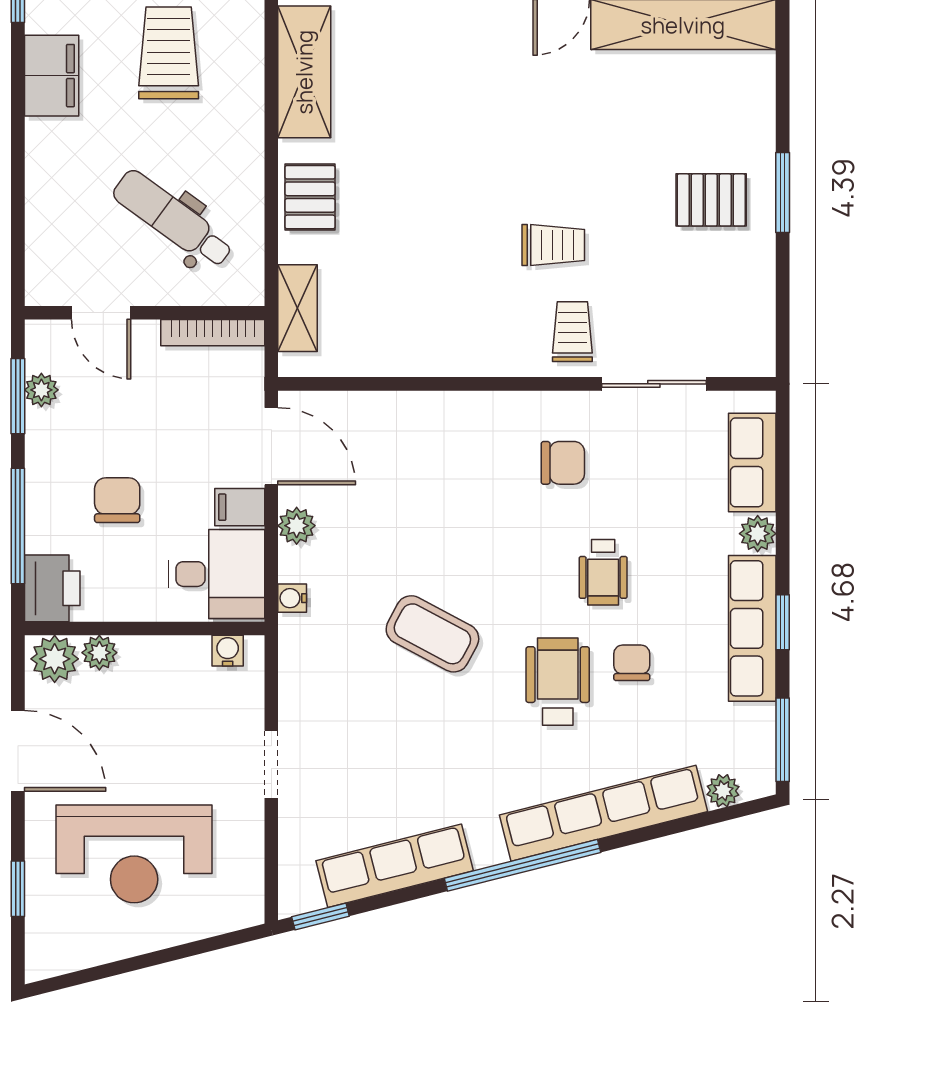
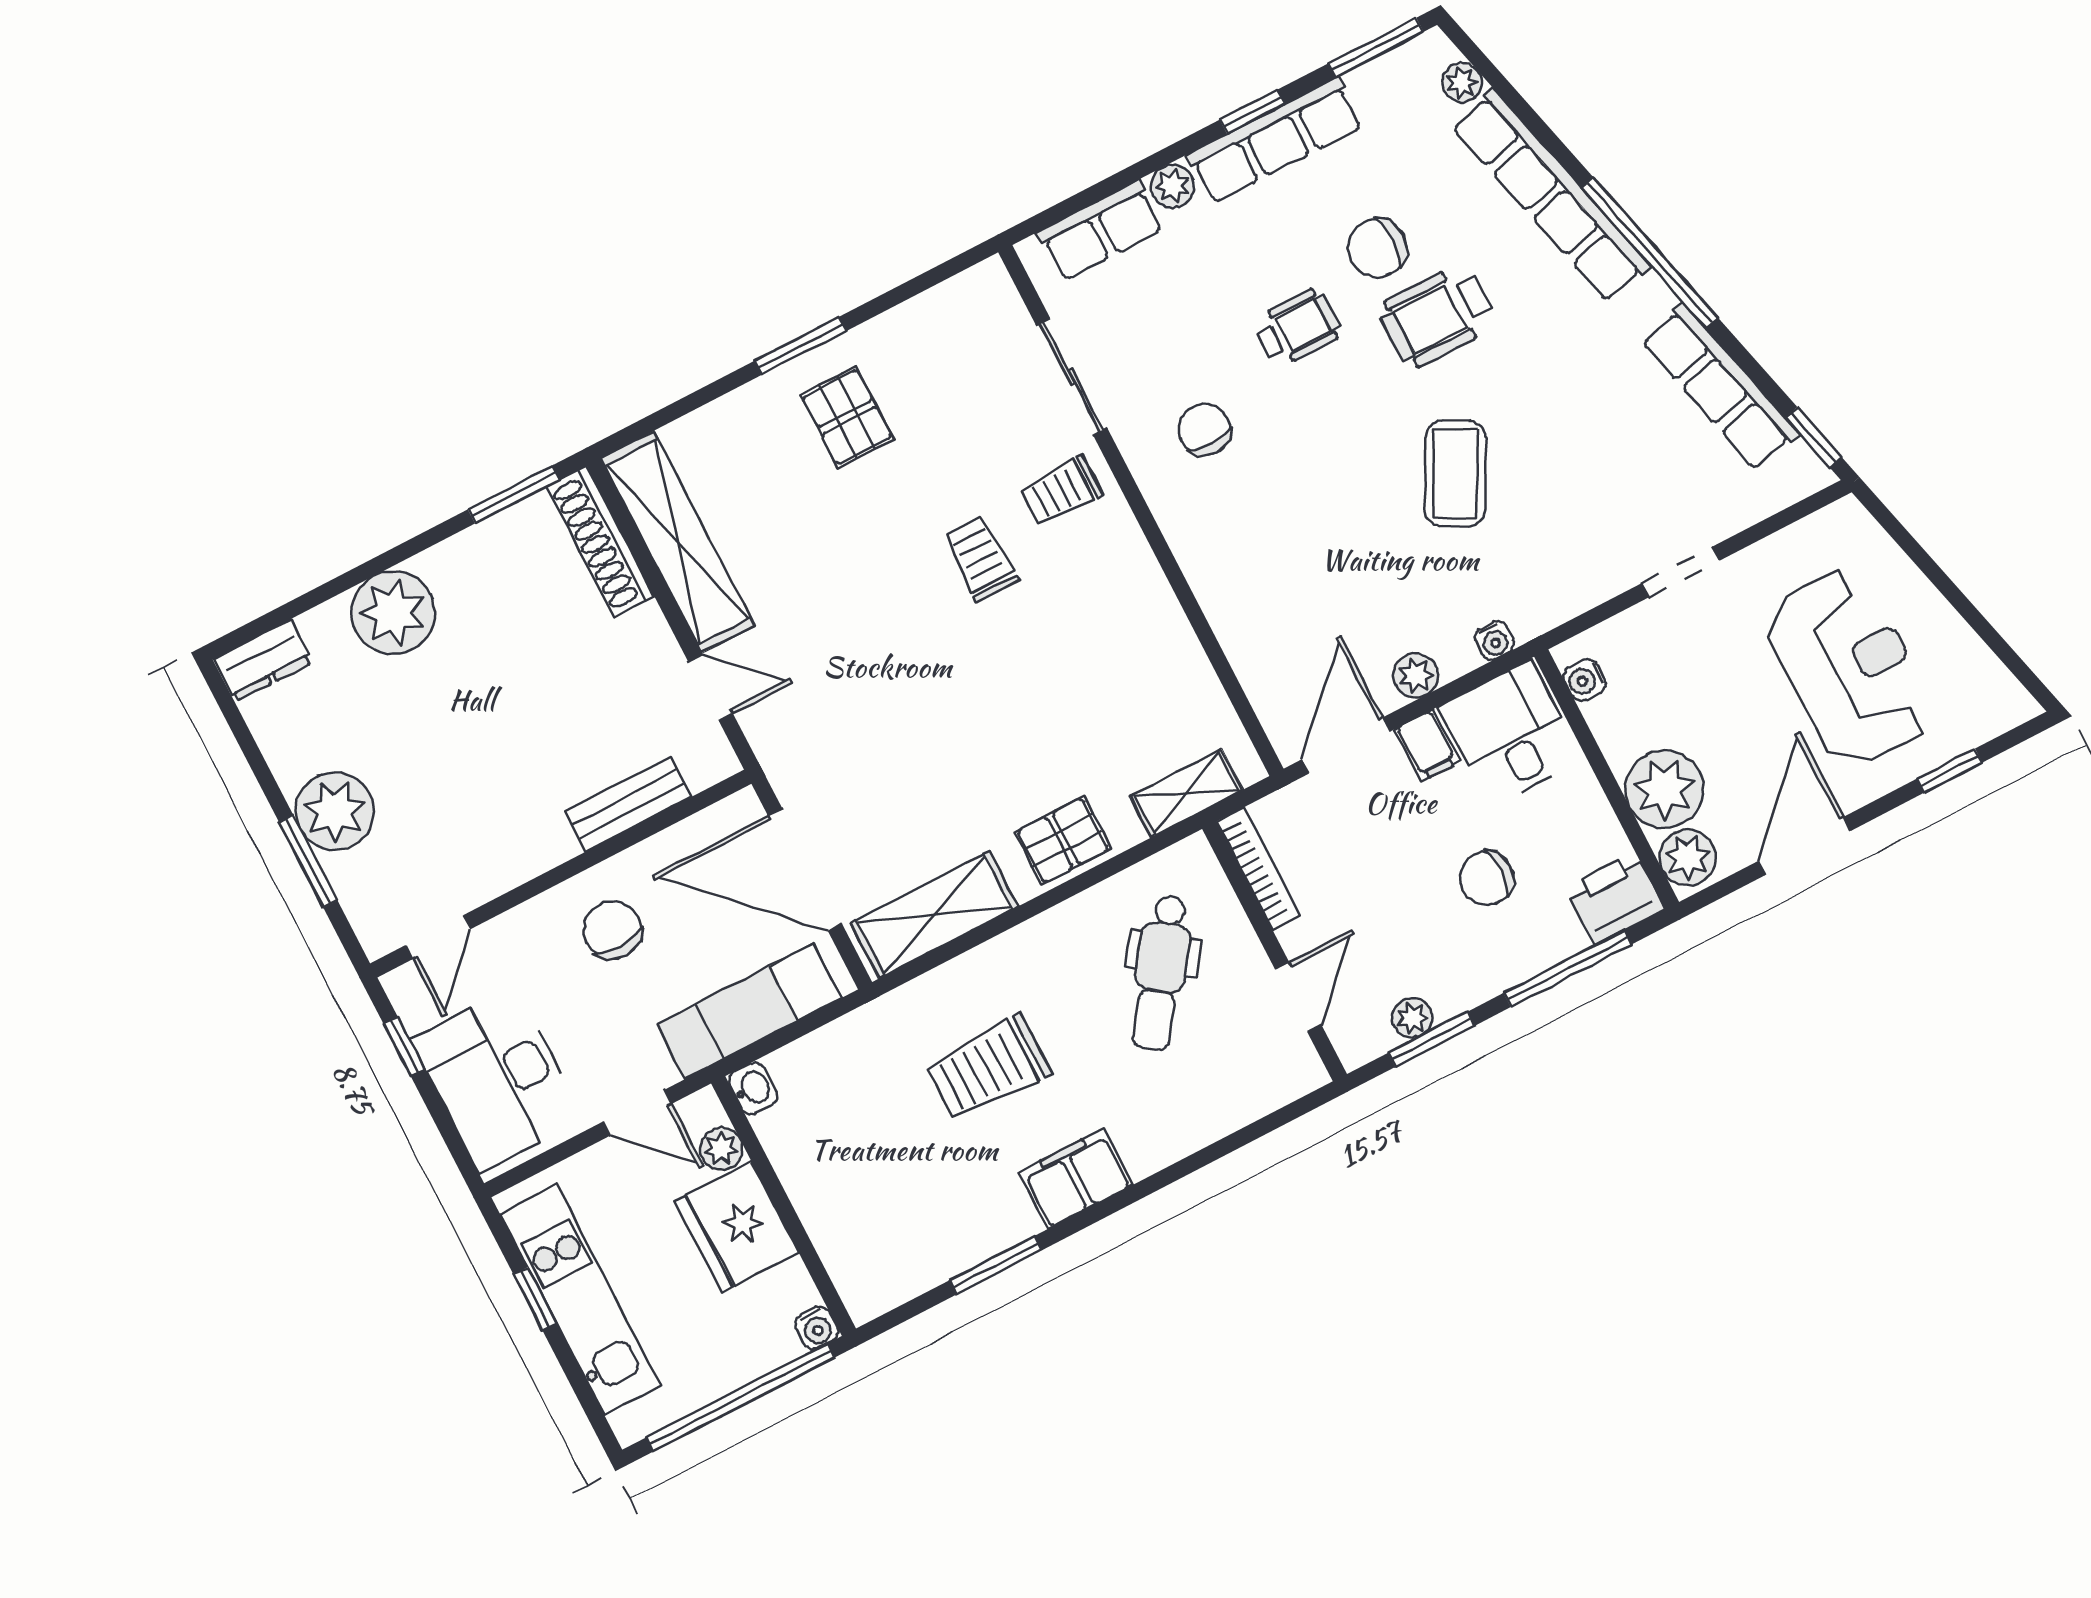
plant: (99, 653) -> (1664, 789), width x1.87, depth x1.87
chair: (632, 663) -> (1377, 248), width x1.37, depth x1.37

